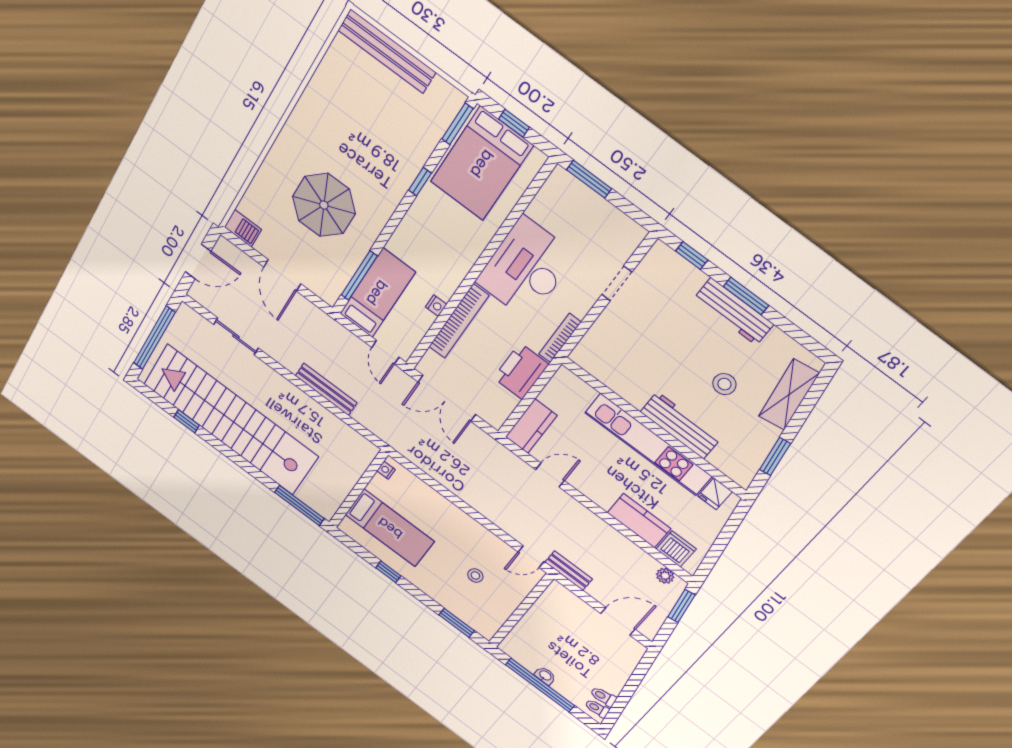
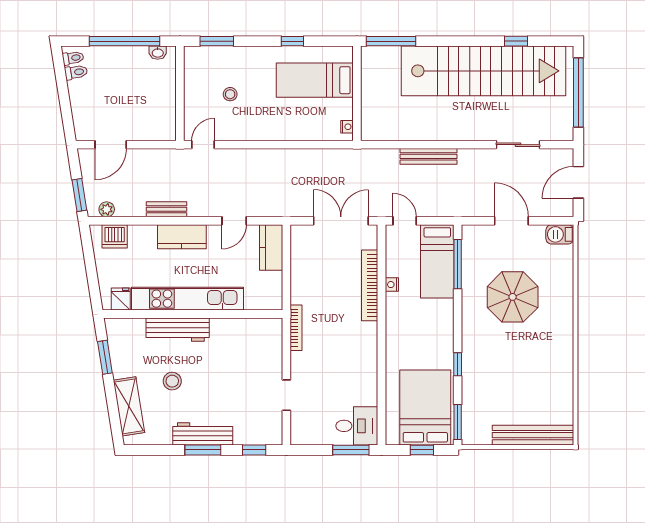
desk: (526, 268) -> (357, 426), moved, width x0.53, depth x0.77
printer: (521, 371) -> (305, 283), removed
kitchen counter: (639, 521) -> (182, 237), moved
bench: (569, 571) -> (167, 209), moved
washbasin: (545, 676) -> (158, 53), moved

